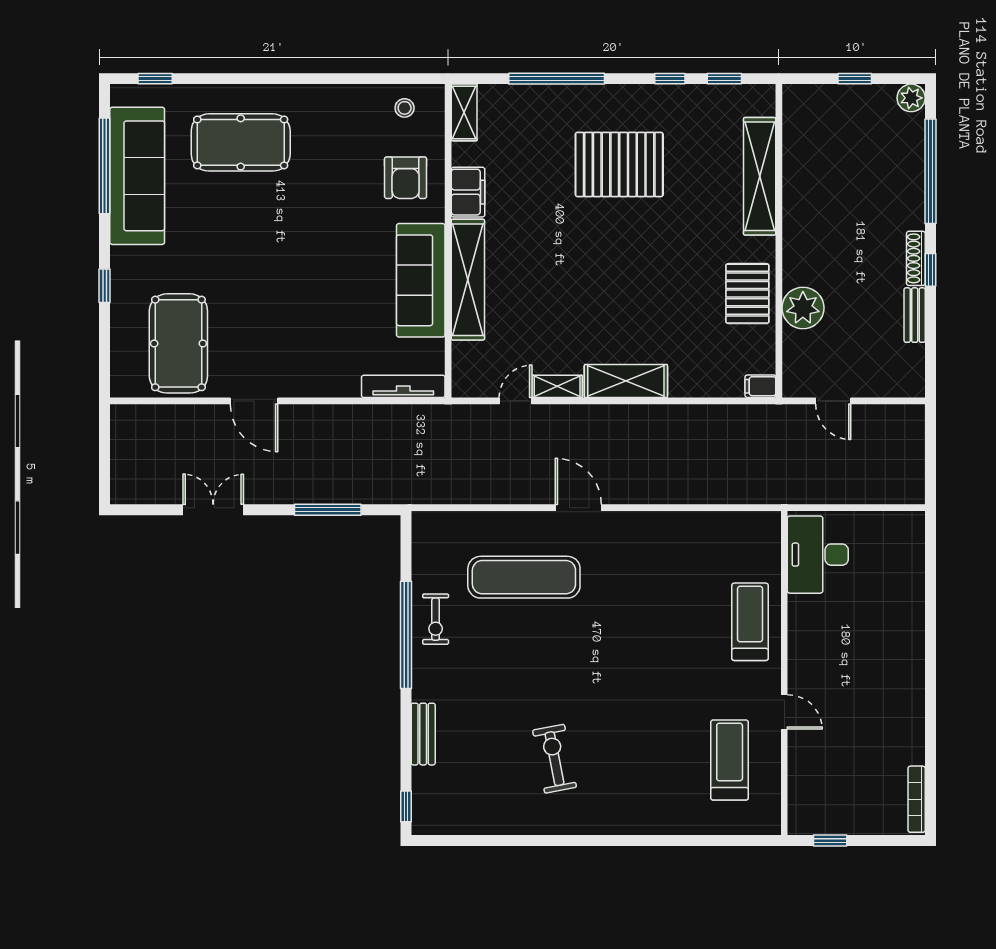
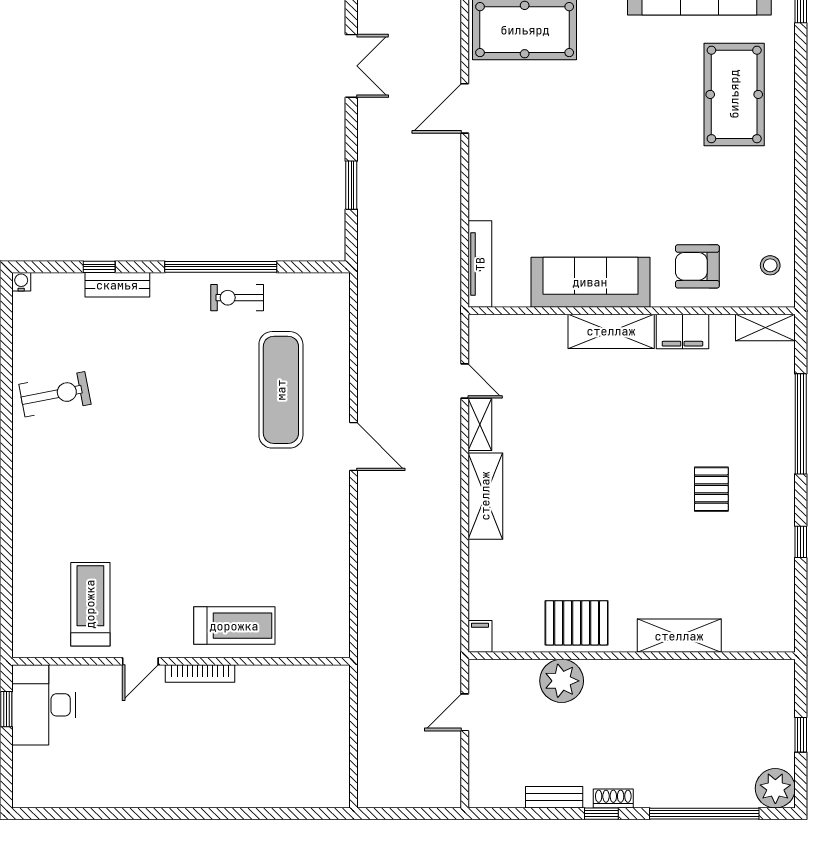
window: (724, 79) -> (801, 599), removed
plant: (911, 98) -> (775, 788), width x1.36, depth x1.36
pallet: (619, 164) -> (711, 489), width x0.49, depth x0.50
shelving: (760, 176) -> (679, 636), width x0.68
shoe rack: (916, 258) -> (613, 798), width x0.70
shelving: (468, 280) -> (611, 331), width x0.68
door: (578, 508) -> (353, 446), hinge flipped
window: (328, 510) -> (351, 185), width x0.69
desk: (818, 555) -> (44, 705), moved, turned -90
exercise bike: (555, 759) -> (55, 394), moved
treadmill: (730, 760) -> (90, 604), turned -90
bookcase: (917, 799) -> (200, 673), moved, turned 180
window: (406, 806) -> (99, 267), moved
water cooler: (420, 826) -> (21, 282), added

